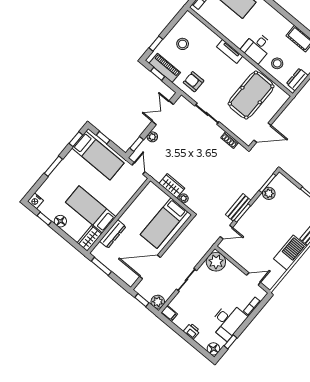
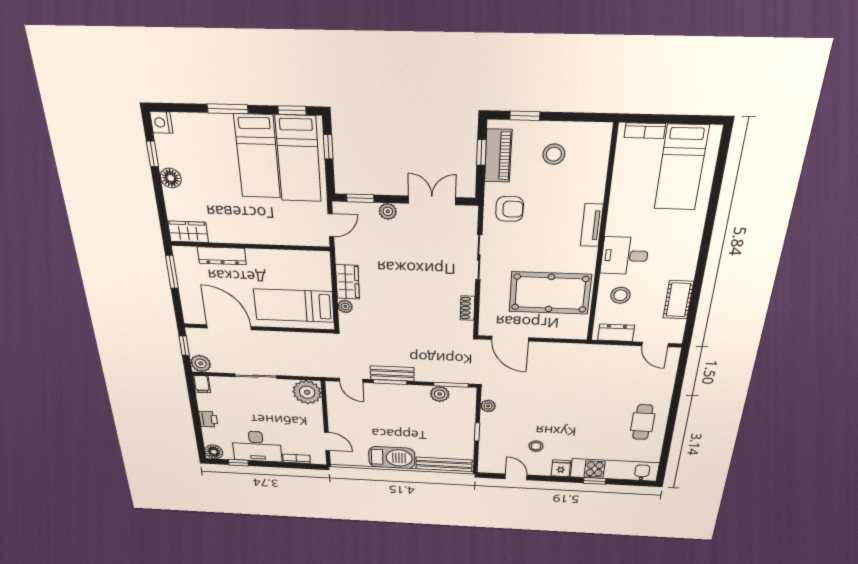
armchair: (194, 82) -> (510, 209), turned 90
plant: (295, 174) -> (488, 406), added
bed: (91, 209) -> (257, 157), moved, turned 180

